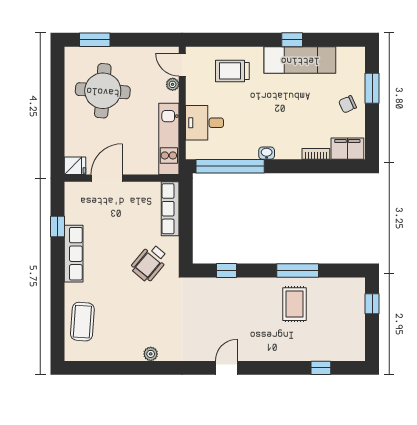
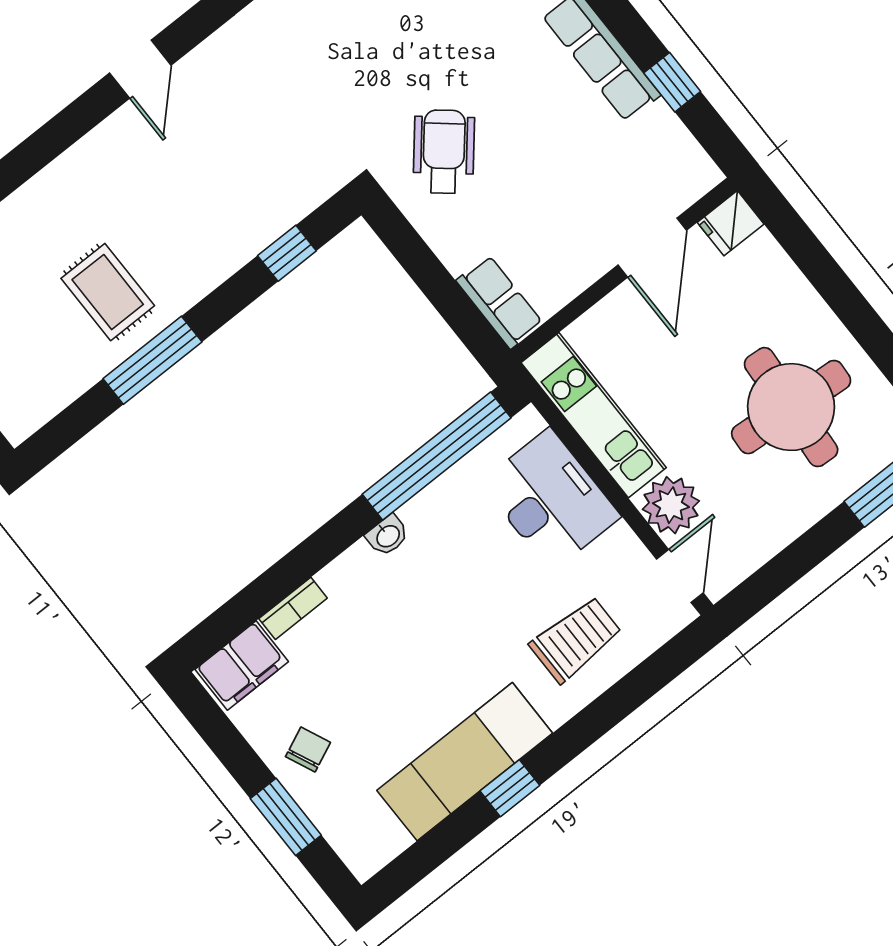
door: (182, 65) -> (680, 576), hinge flipped
plant: (173, 84) -> (671, 505), width x1.88, depth x1.88
desk: (205, 123) -> (550, 500), width x1.37
row of seats: (170, 209) -> (499, 302), width x0.68

